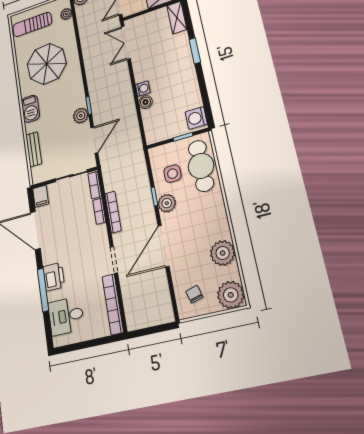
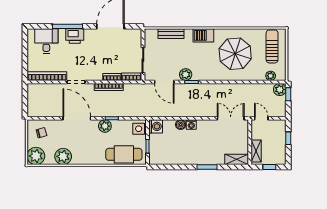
washing machine: (196, 118) -> (156, 126), moved, turned 90
side table: (172, 174) -> (139, 129), moved
filing cabinet: (41, 196) -> (134, 34), removed

